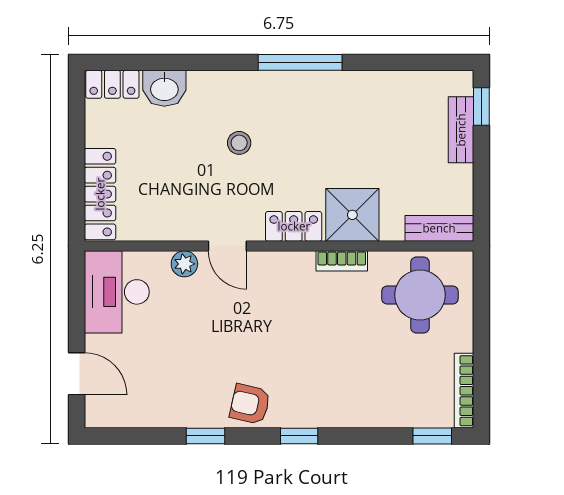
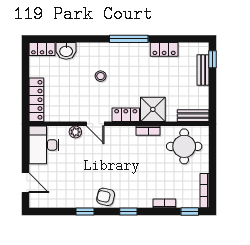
locker: (377, 85) -> (164, 49), added
bookcase: (377, 418) -> (164, 203), added

